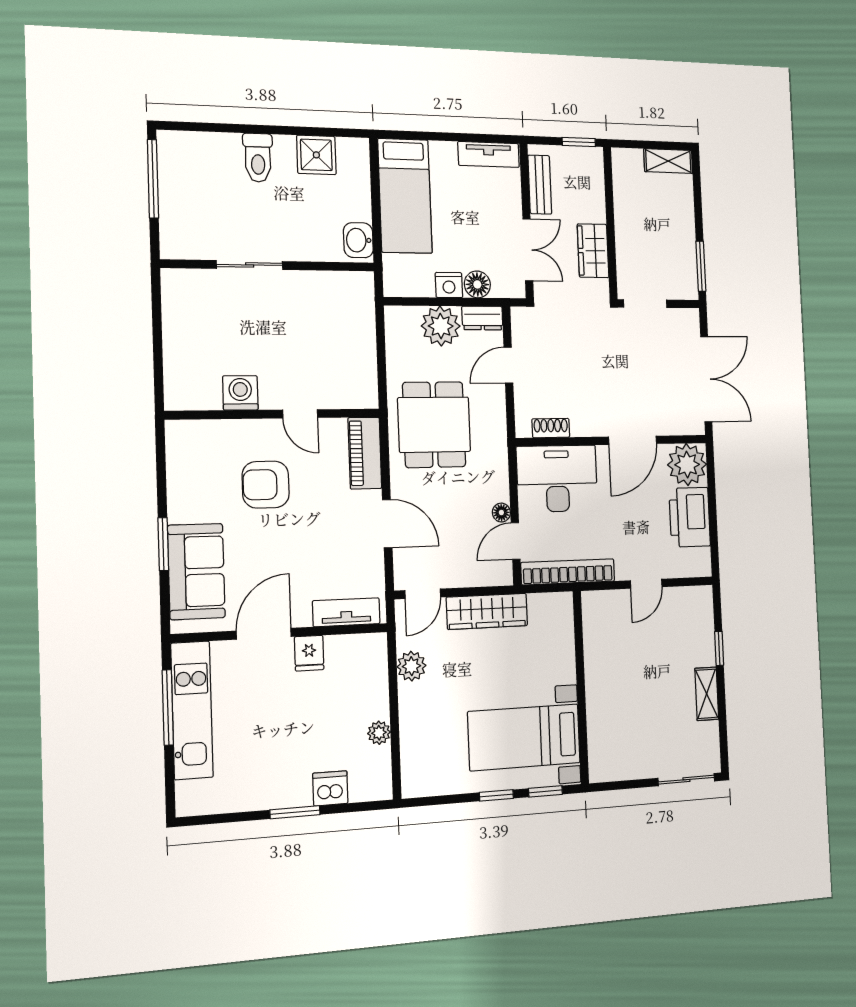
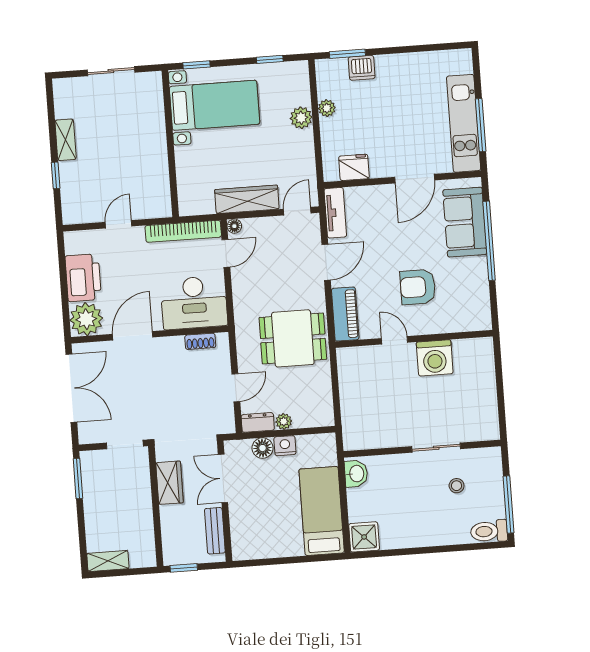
tv unit: (489, 154) -> (257, 550), removed
shower: (316, 155) -> (364, 537), moved
toilet: (258, 158) -> (489, 531), moved, turned -90
stool: (224, 211) -> (457, 486), added
plant: (441, 326) -> (284, 421), width x0.53, depth x0.53
double door: (706, 379) -> (71, 388), swing flipped
washing machine: (240, 393) -> (435, 358), width x1.37, depth x1.37
dining table: (434, 425) -> (293, 338), turned 90
armchair: (266, 485) -> (418, 287), turned 180
floor lamp: (501, 513) -> (234, 226), moved
door: (387, 524) -> (326, 262), swing flipped
window: (163, 544) -> (489, 241), width x2.11
tv unit: (346, 612) -> (335, 213), moved, turned -90
fridge: (309, 653) -> (354, 167), moved, width x1.38
plant: (411, 666) -> (301, 118), moved
sliding door: (686, 780) -> (111, 71), moved
window: (496, 795) -> (270, 59), moved
window: (295, 812) -> (347, 54), moved

